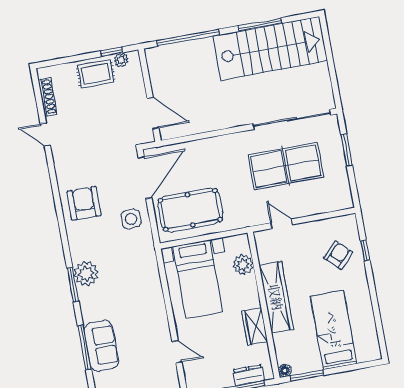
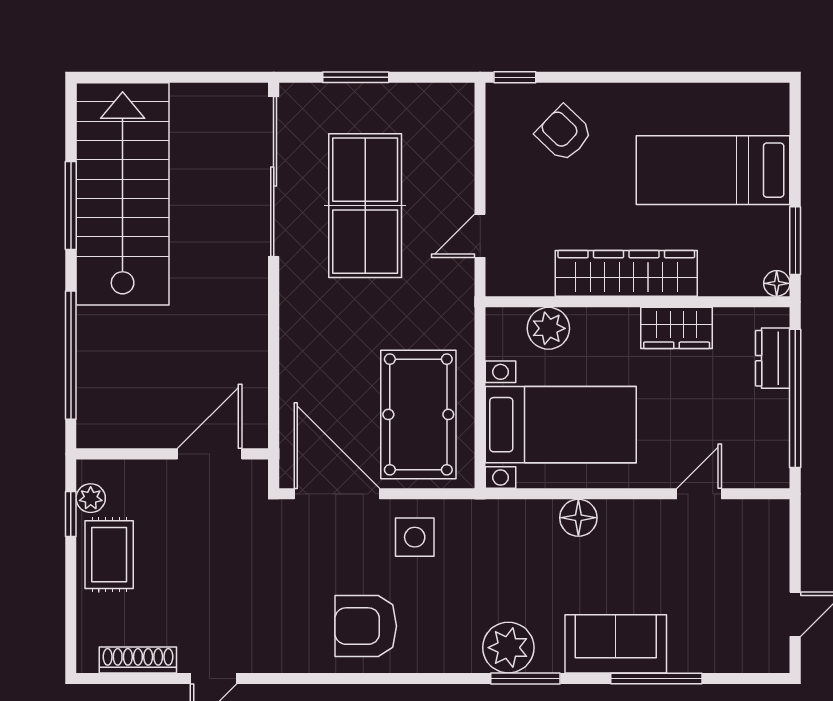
window: (365, 250) -> (515, 77), moved
floor lamp: (155, 296) -> (578, 518), added
sofa: (101, 346) -> (616, 644), moved

